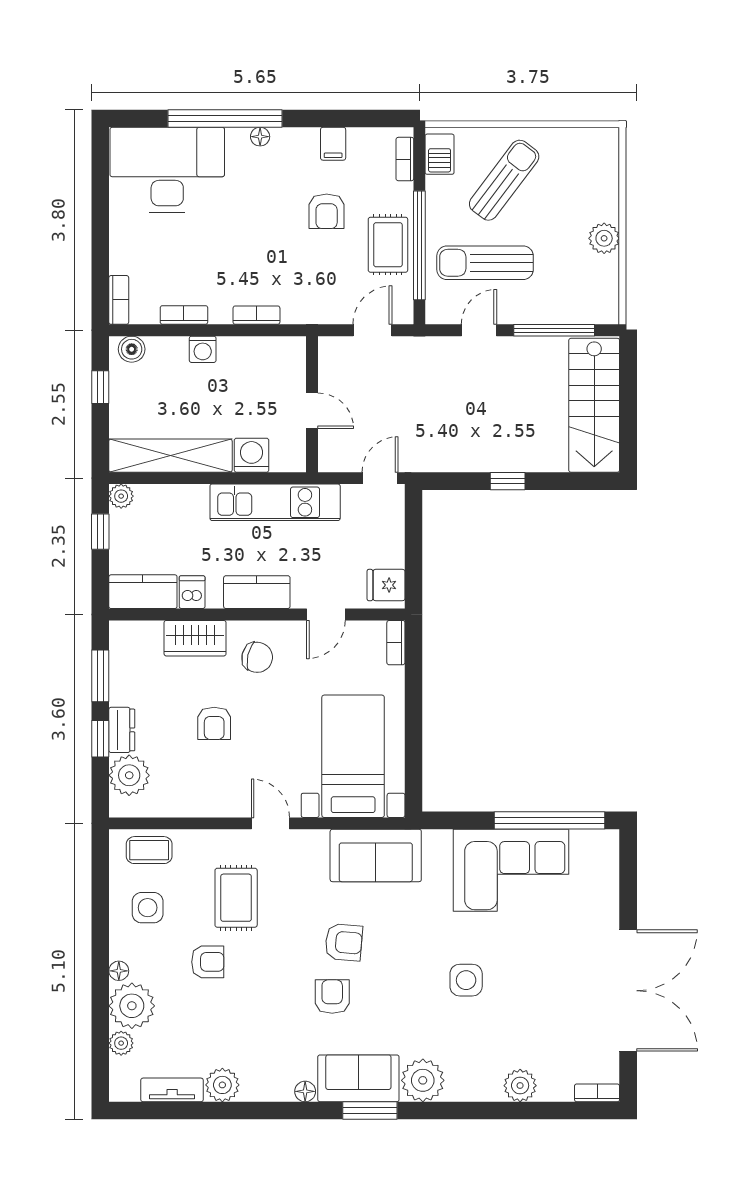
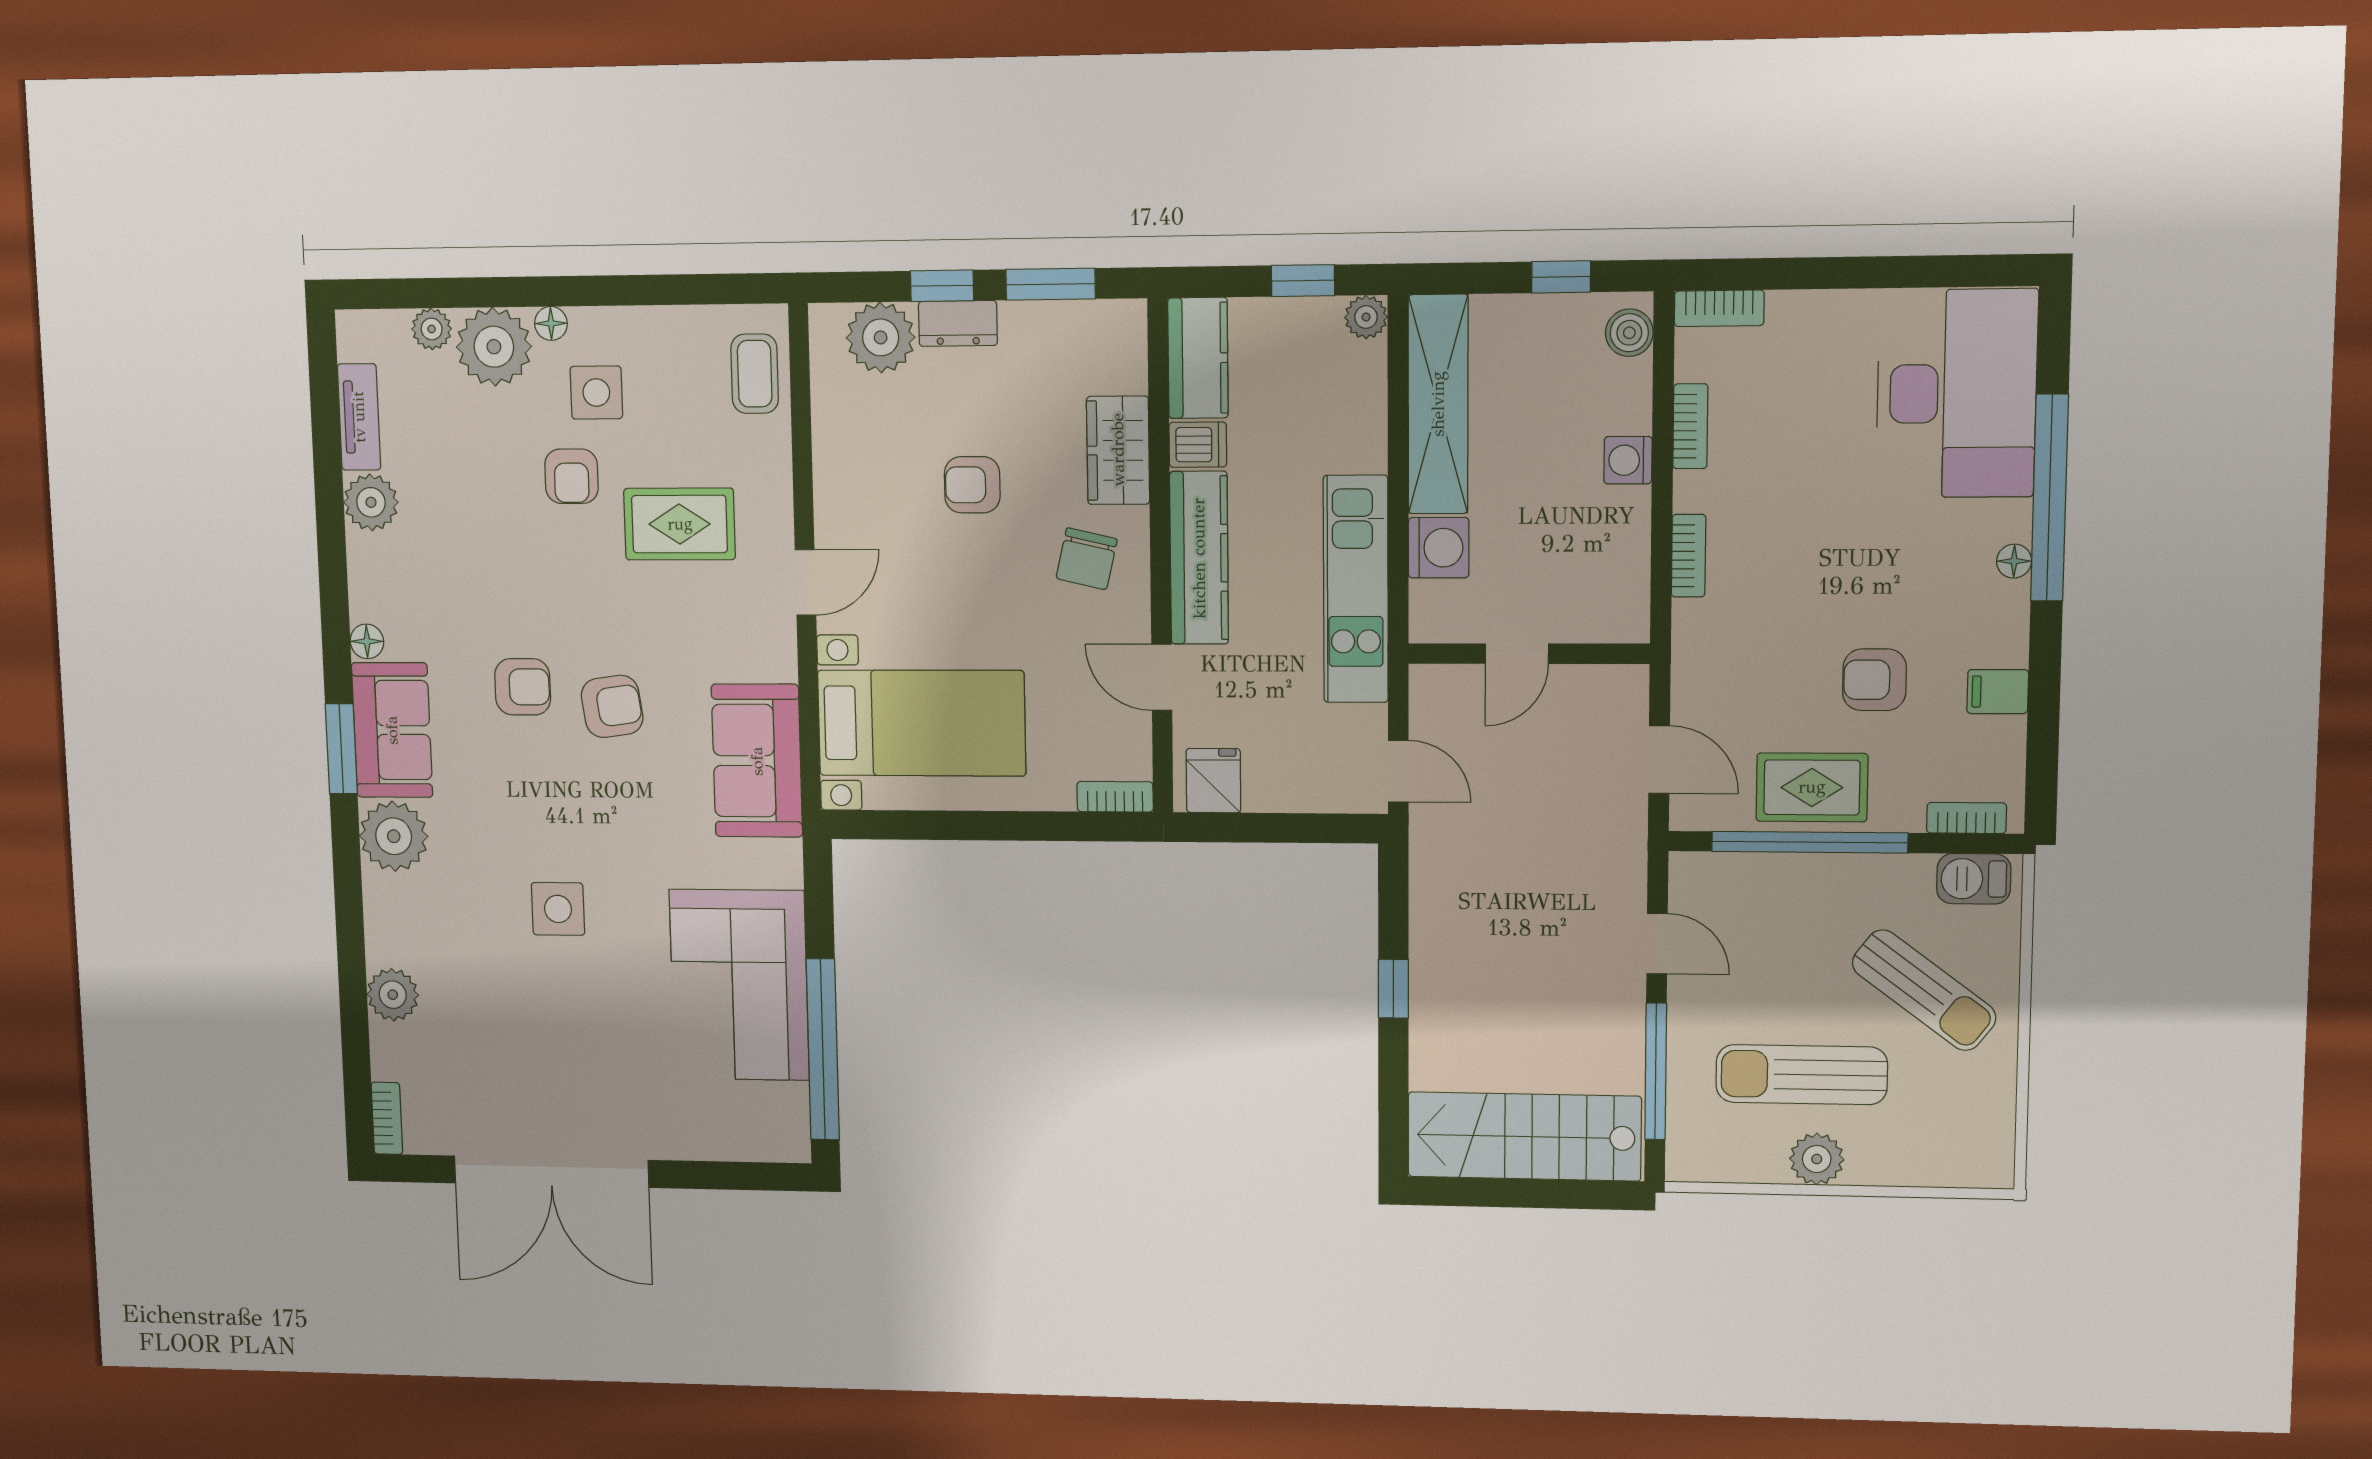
sun lounger: (485, 263) -> (1802, 1075), moved, turned -90
kitchen counter: (257, 592) -> (1199, 558), width x1.50
side table: (148, 908) -> (596, 392), moved
armchair: (344, 942) -> (612, 706), turned -103

